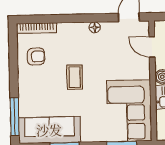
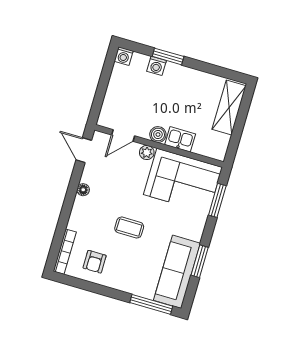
armchair: (36, 57) -> (95, 262), turned 180
plant: (144, 72) -> (147, 153), added

